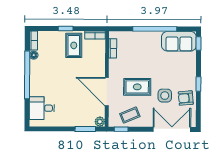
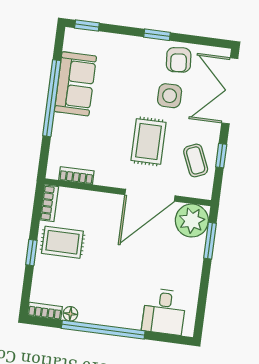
sofa: (179, 41) -> (75, 84), moved
plant: (100, 122) -> (192, 220), width x1.88, depth x1.88
window: (121, 129) -> (221, 156), moved

